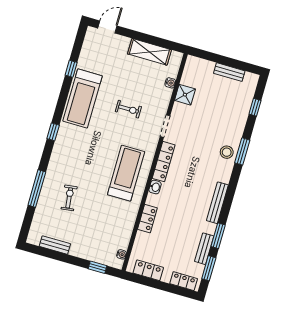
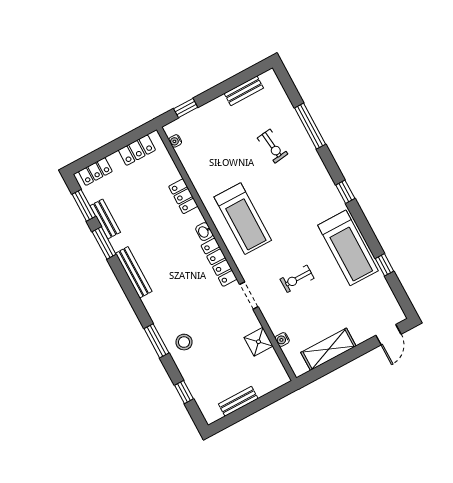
treadmill: (83, 98) -> (348, 248), turned 180
stool: (227, 152) -> (184, 342), moved

